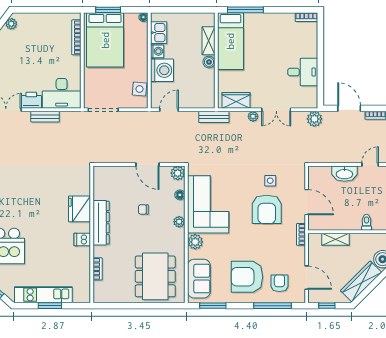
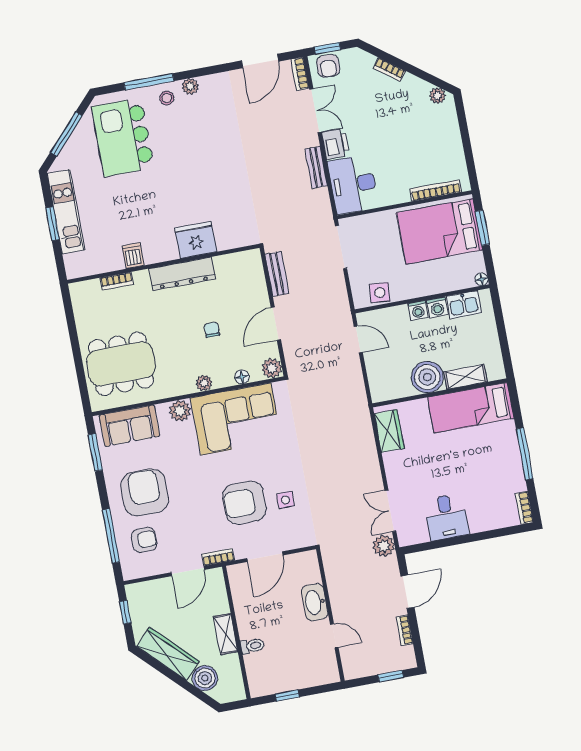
window: (245, 10) -> (525, 454), moved
boiler: (209, 62) -> (427, 377), width x1.86, depth x1.86
washing machine: (162, 70) -> (418, 310), width x0.53, depth x0.53
double door: (276, 110) -> (390, 511), moved
plant: (253, 116) -> (371, 459), removed
bench: (214, 117) -> (277, 274), moved
dishwasher: (82, 239) -> (133, 256), moved
shelving: (335, 239) -> (226, 634), moved
door: (307, 278) -> (188, 571), moved

